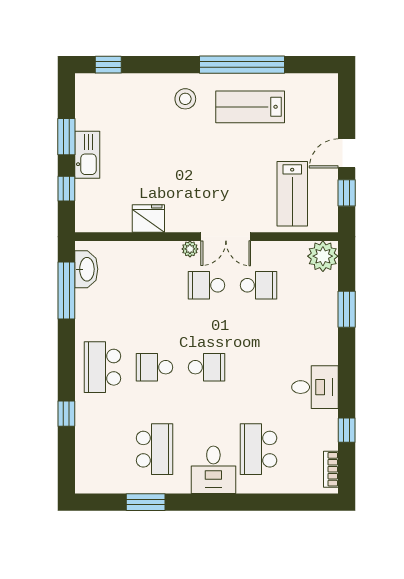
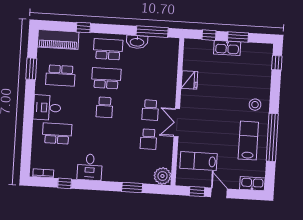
kitchen sink: (327, 95) -> (252, 184), added
plant: (190, 249) -> (171, 102), removed
washbasin: (86, 269) -> (137, 42), moved
school desk: (207, 285) -> (150, 110), turned 180
school desk: (155, 367) -> (106, 78), width x1.85
piano: (91, 457) -> (58, 40), added

